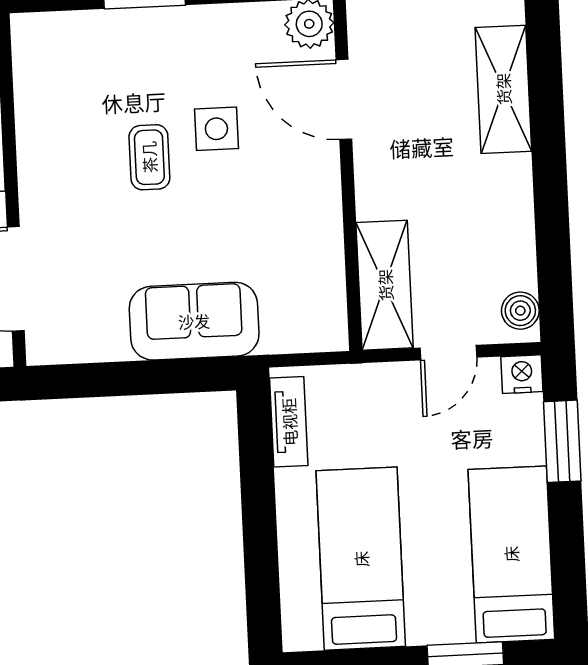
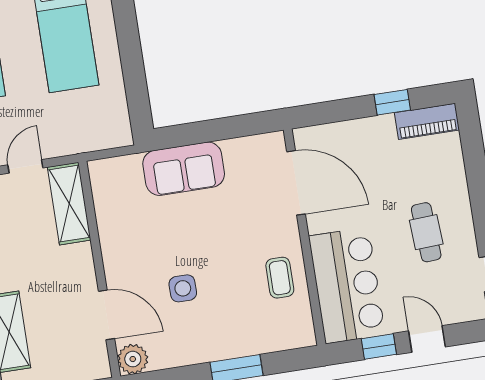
coffee table: (149, 157) -> (280, 278), moved
tv unit: (289, 422) -> (119, 113), removed

